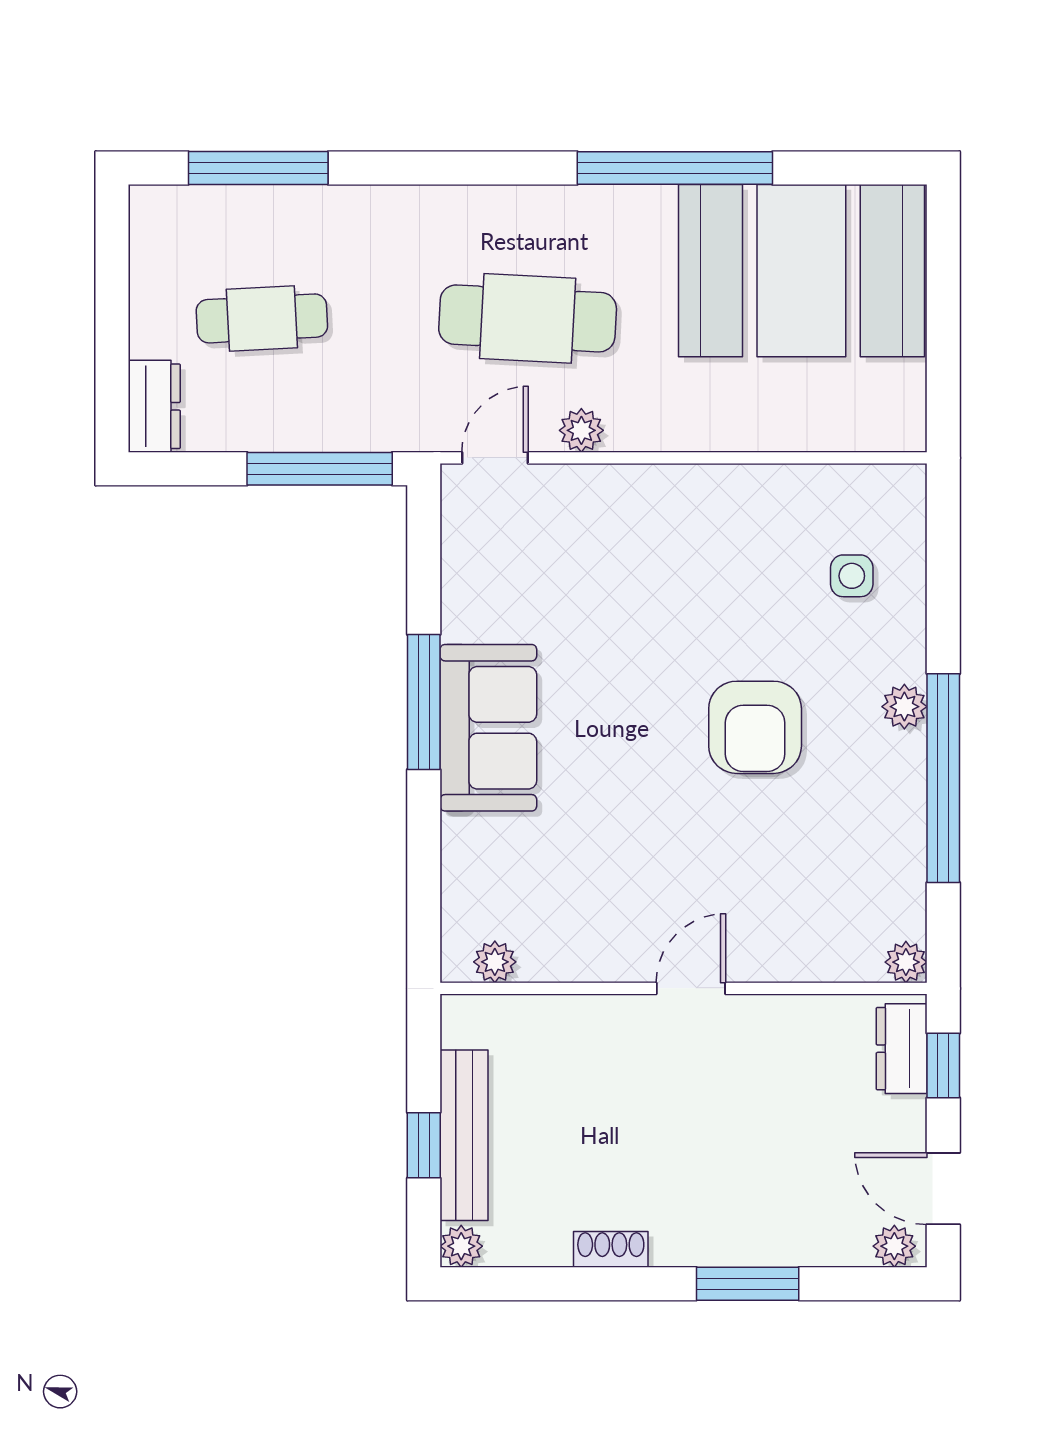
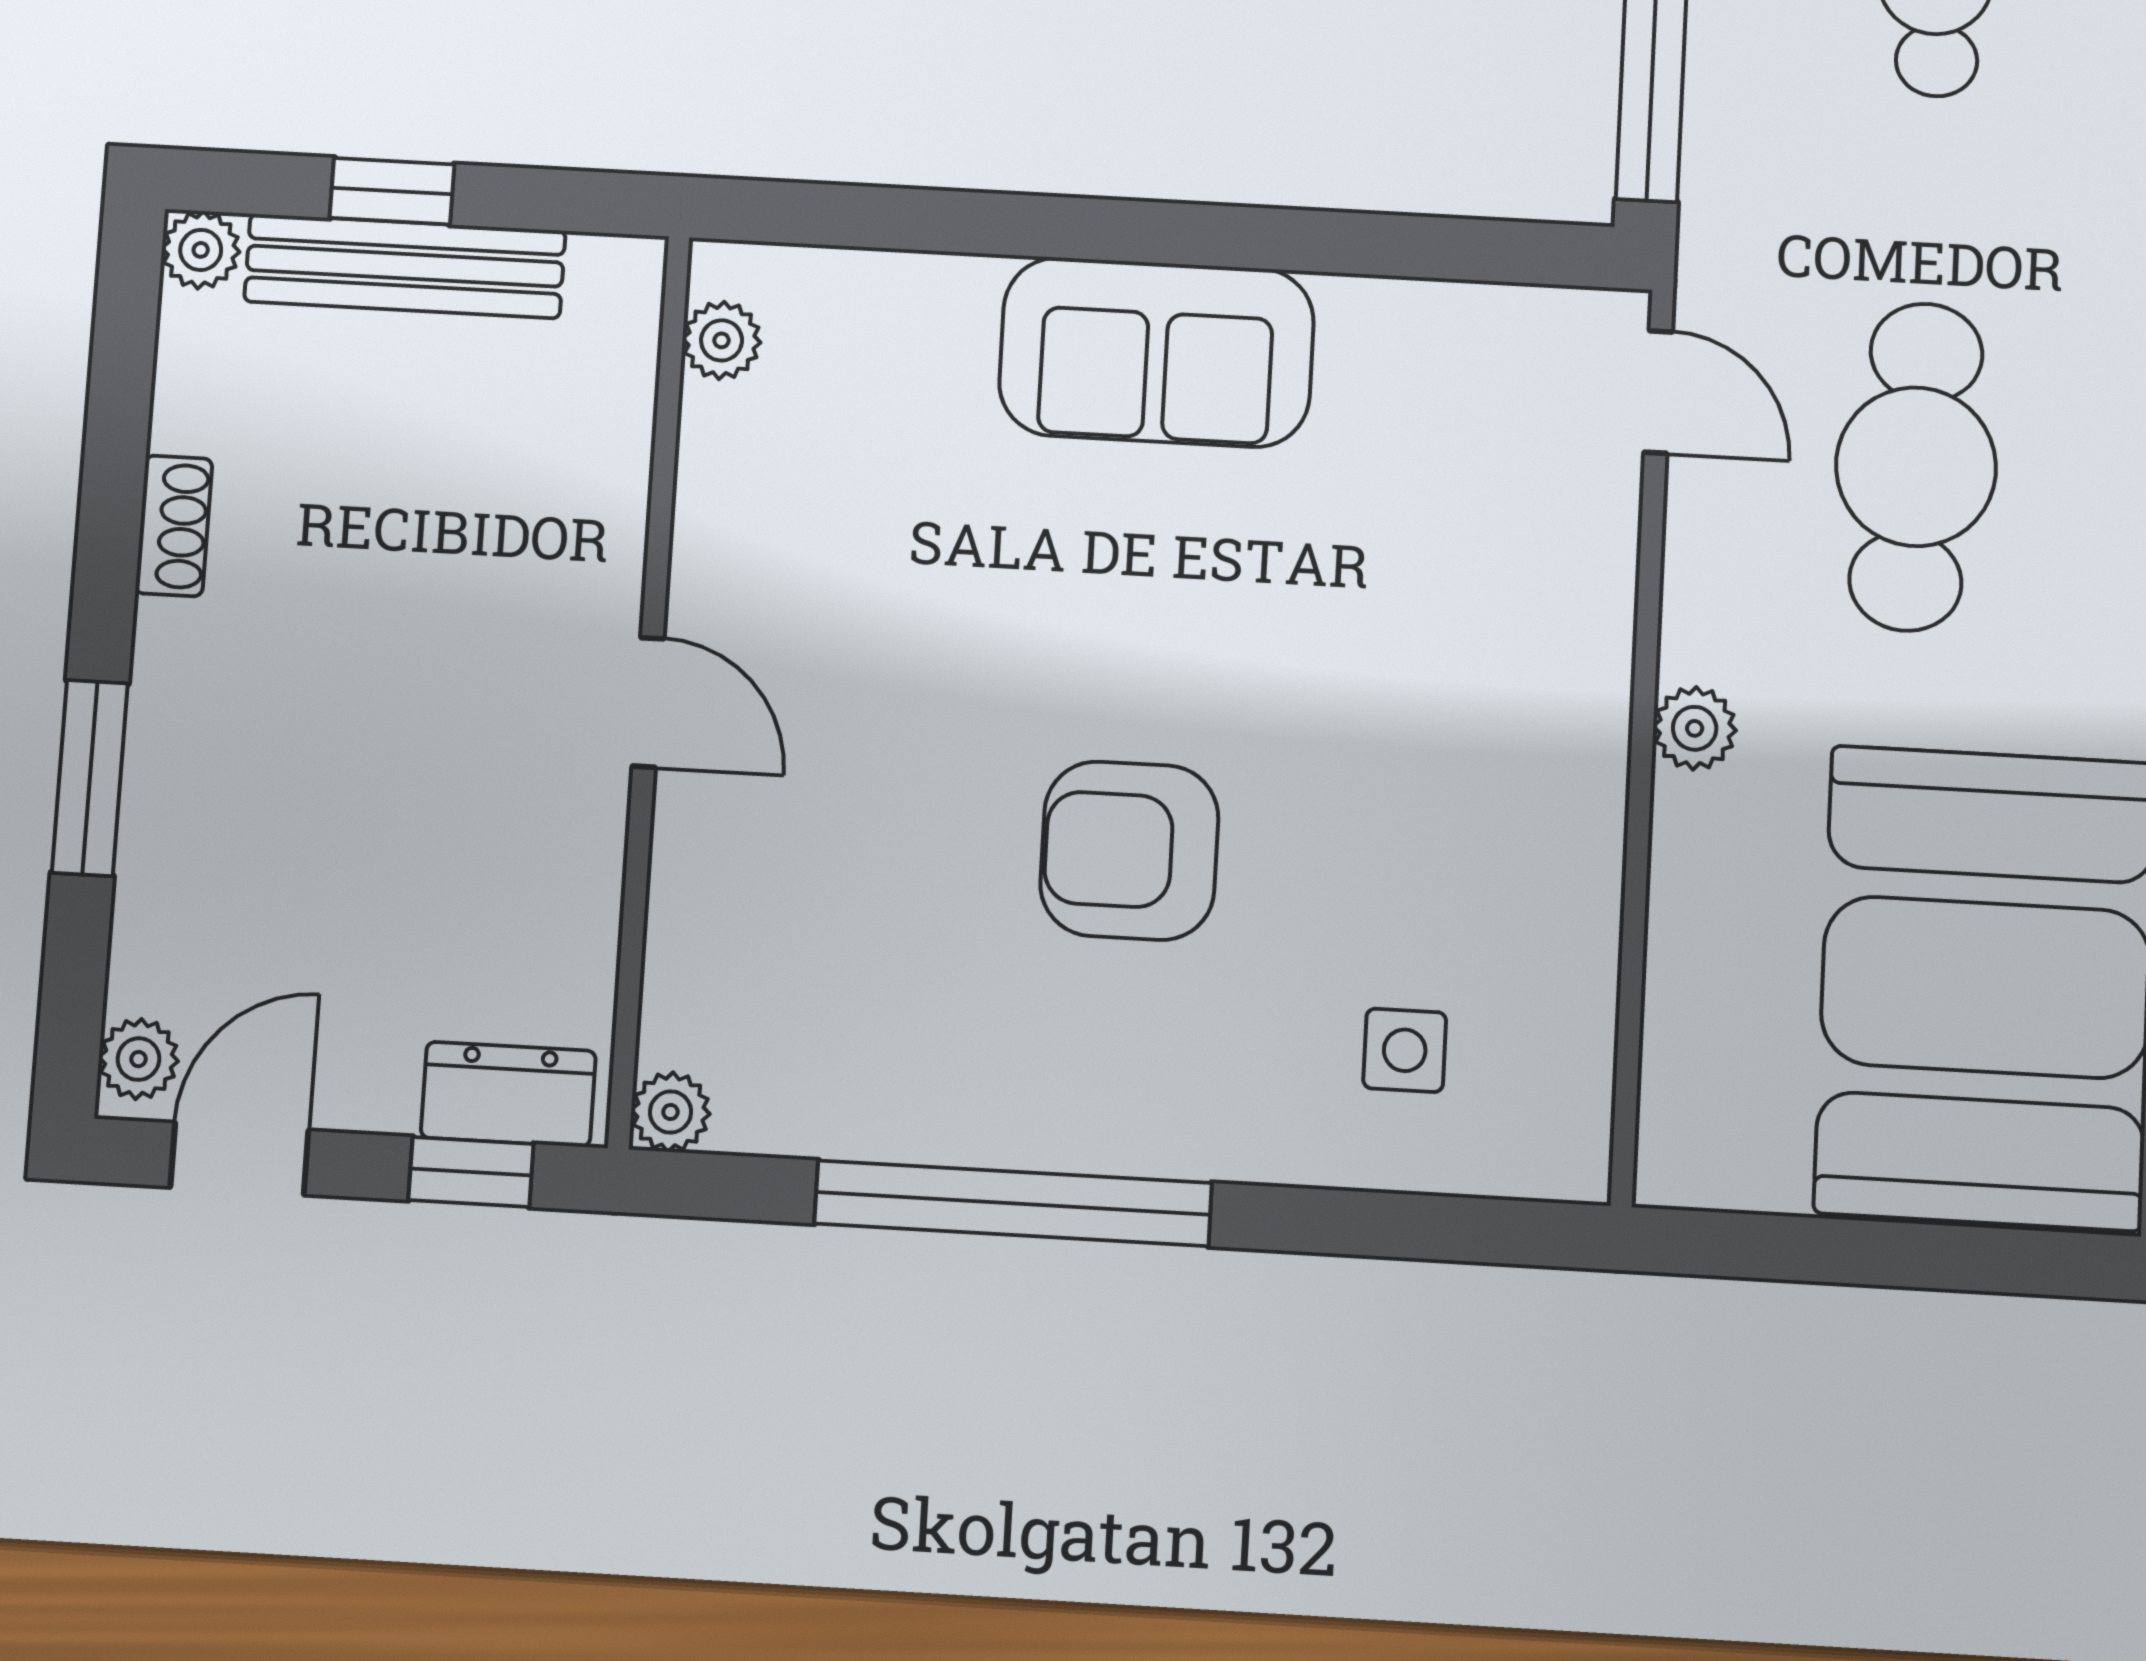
plant: (581, 430) -> (1695, 728), moved
window: (424, 702) -> (1211, 236), removed
plant: (904, 707) -> (1153, 1137), removed

